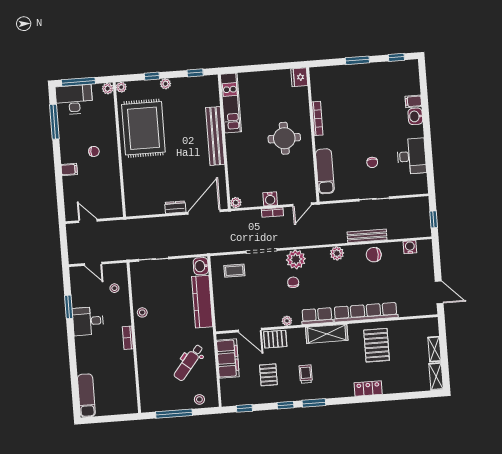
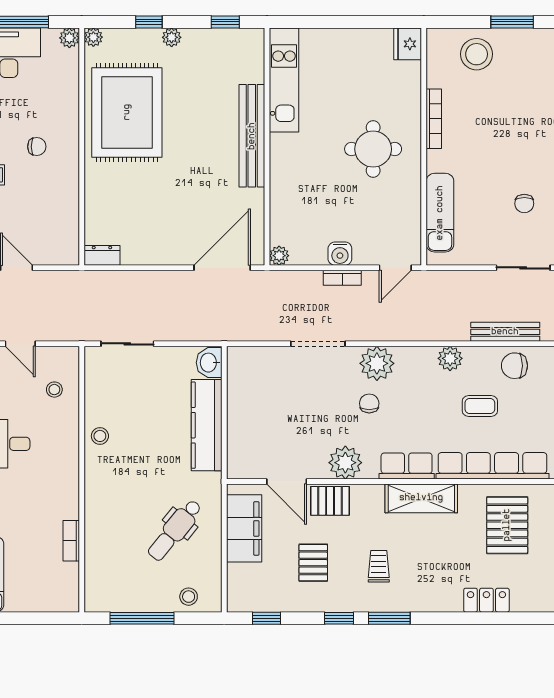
stool: (339, 80) -> (477, 54), added
dresser: (175, 207) -> (102, 255), moved
coffee table: (234, 271) -> (480, 406), moved
plant: (287, 321) -> (345, 463), width x1.88, depth x1.88
bookcase: (128, 338) -> (71, 541), moved

